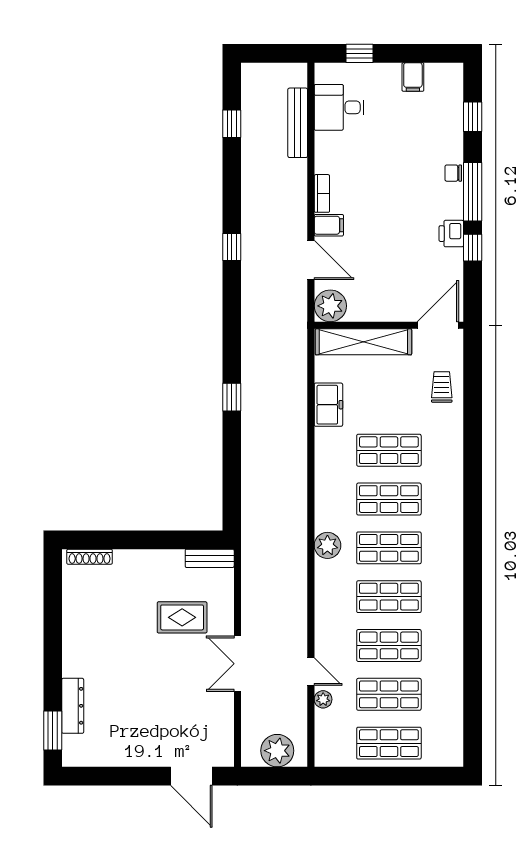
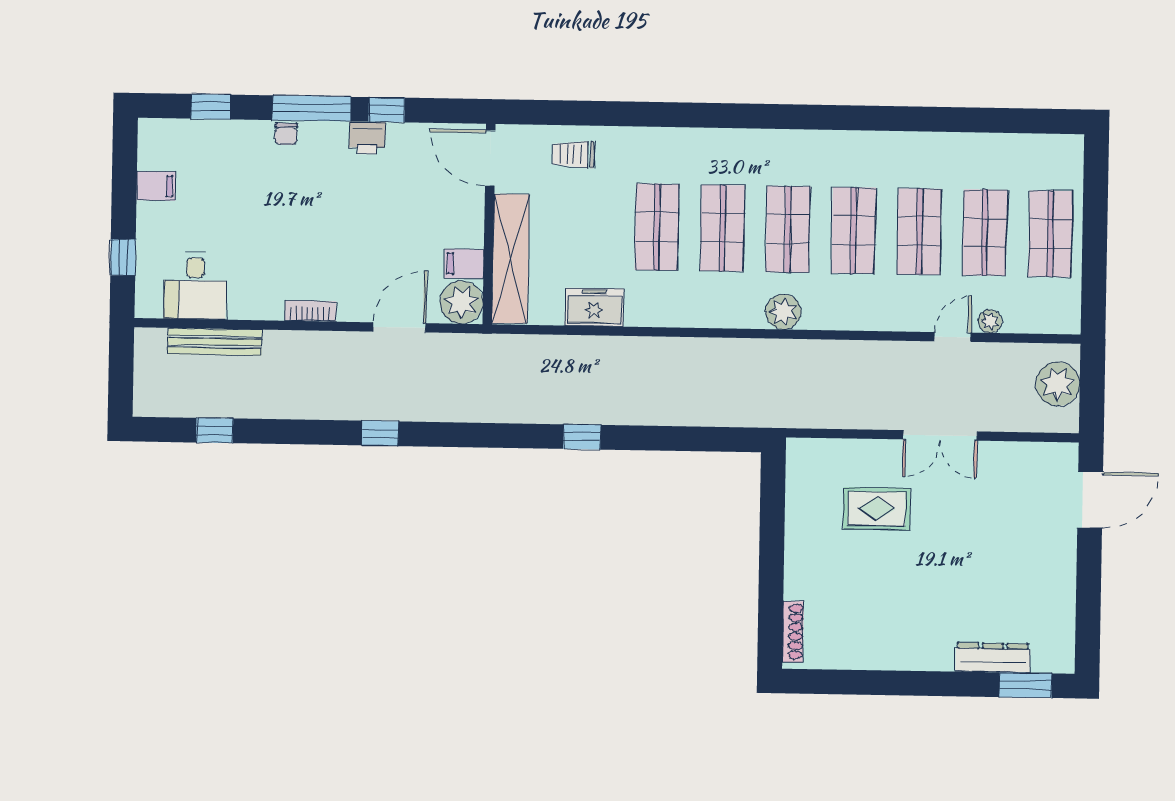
filing cabinet: (329, 225) -> (464, 264), moved, turned -90
bench: (210, 558) -> (798, 470), removed
rug: (182, 617) -> (877, 509), turned 90

